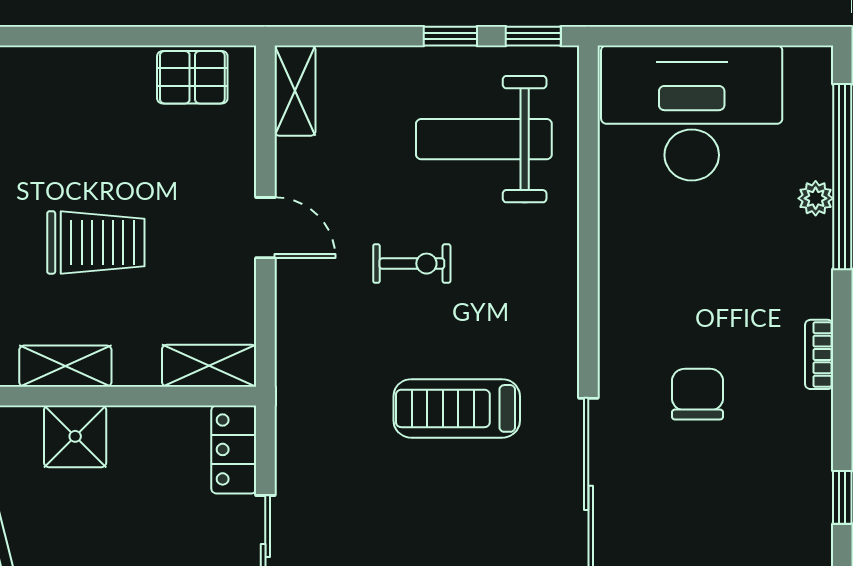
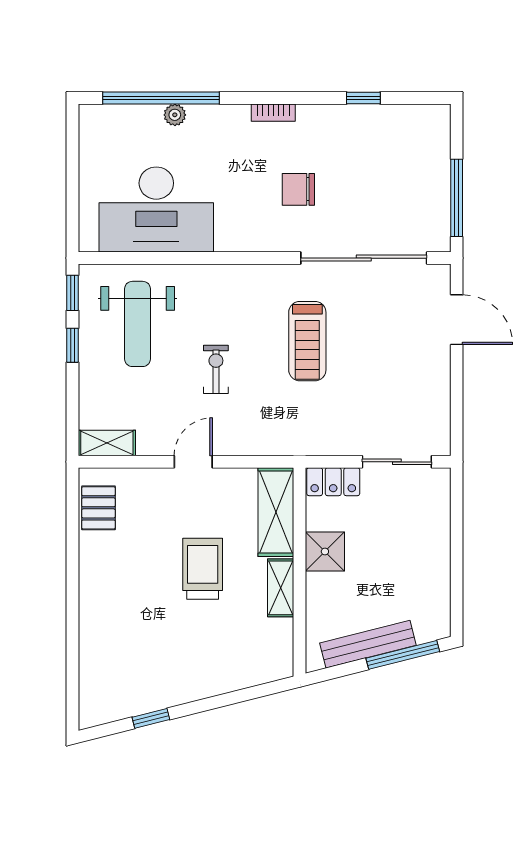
desk: (692, 113) -> (156, 210), moved, turned -90
shelving: (209, 366) -> (276, 512), width x1.50, depth x1.33
shower: (75, 436) -> (325, 551), moved

